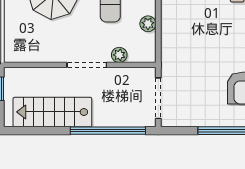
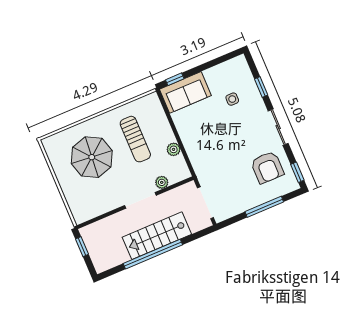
stairs: (52, 112) -> (157, 236), moved
window: (108, 131) -> (153, 254), moved

